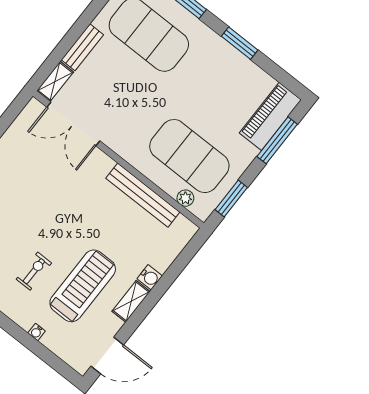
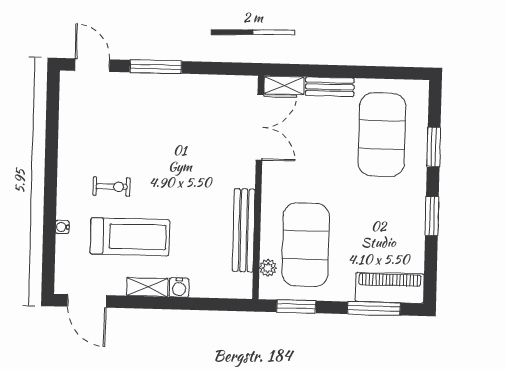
double door: (73, 124) -> (260, 127), swing flipped

